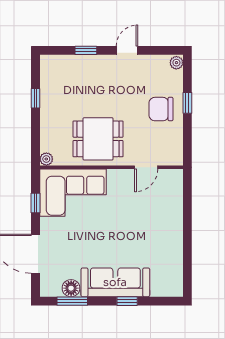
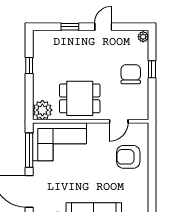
chair: (161, 109) -> (131, 74), turned 90
plant: (46, 159) -> (42, 110), width x1.87, depth x1.87
window: (36, 203) -> (29, 150), width x2.17
armchair: (158, 211) -> (128, 157), added

